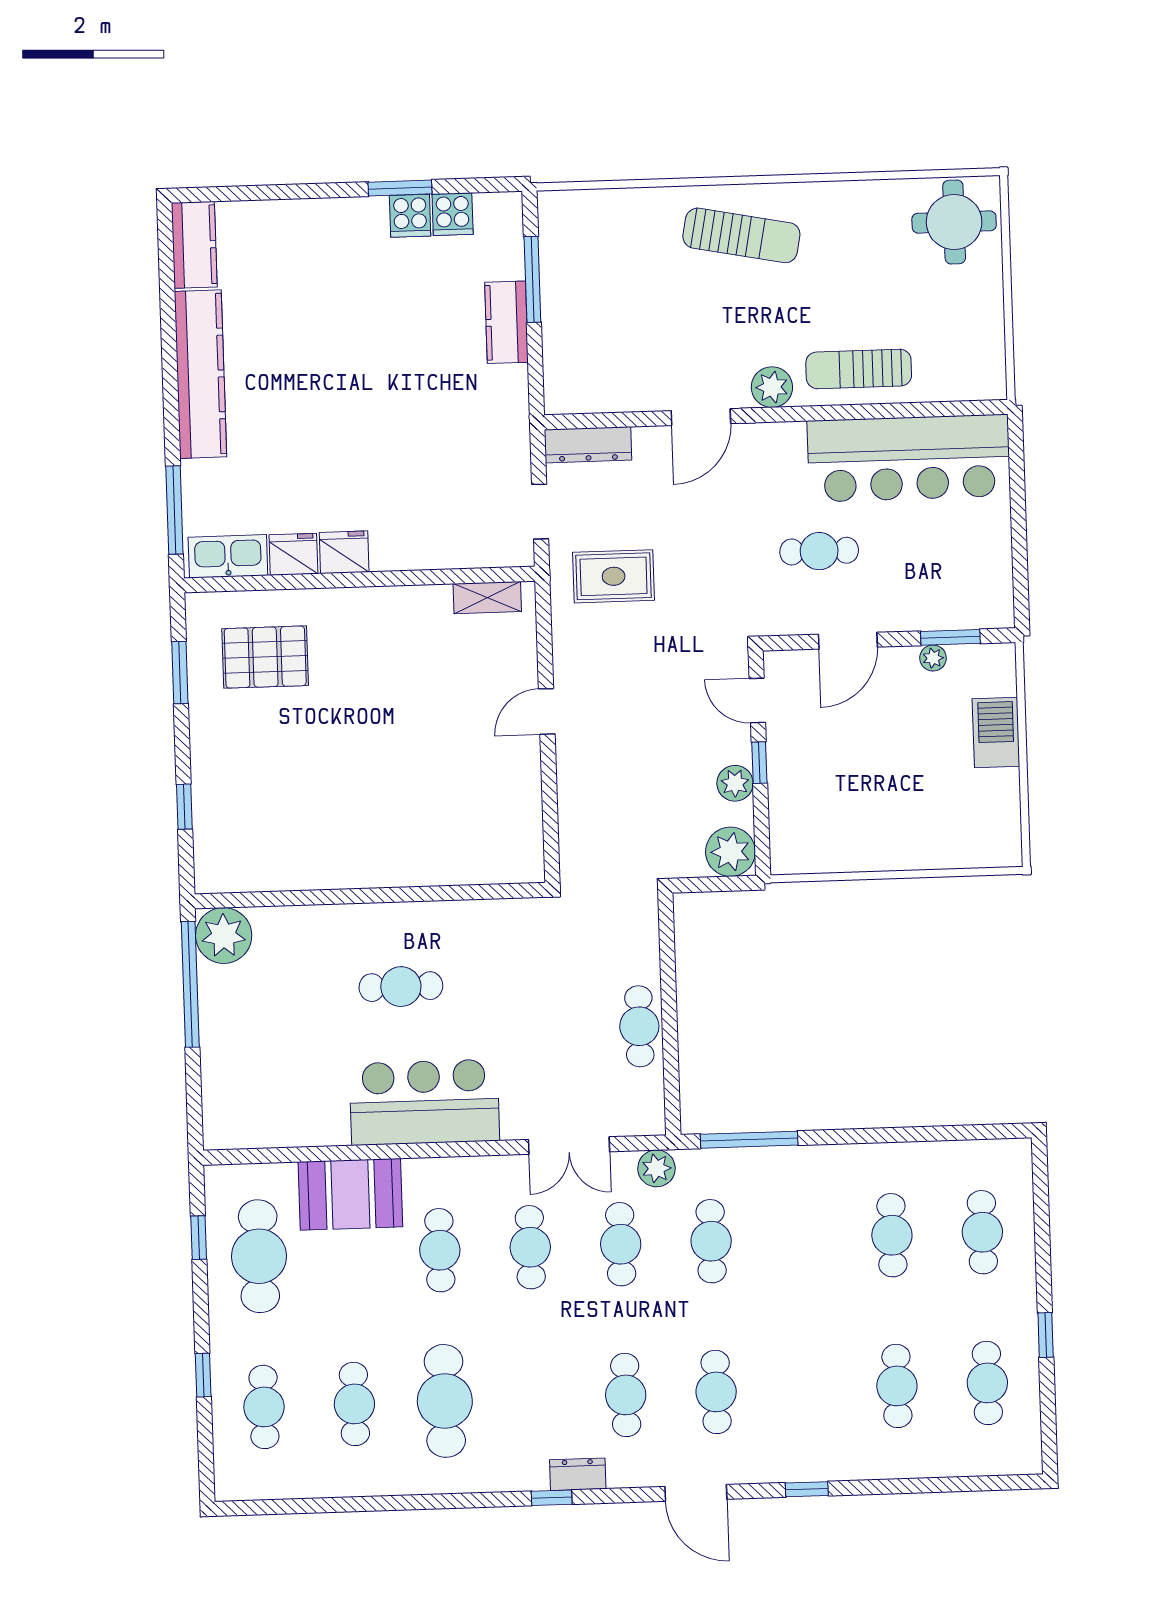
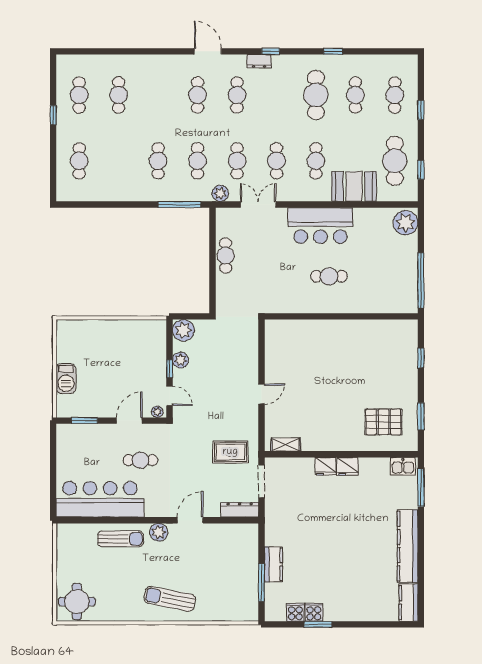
doorway: (540, 512) -> (261, 481), width x1.38
fridge: (293, 554) -> (325, 466), moved
kitchen sink: (228, 556) -> (403, 466), width x0.73
plant: (933, 658) -> (157, 412), moved
plant: (224, 936) -> (406, 223), moved
cafe table: (892, 1235) -> (158, 161), moved
window: (807, 1489) -> (333, 51), moved

